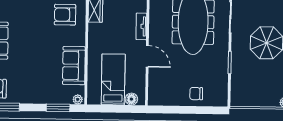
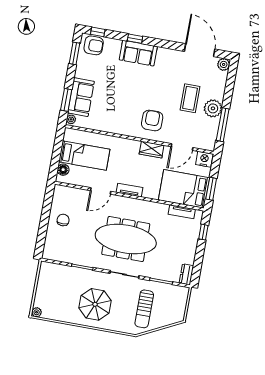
sofa: (74, 66) -> (81, 97), moved, turned 90
chair: (196, 94) -> (63, 220), moved

